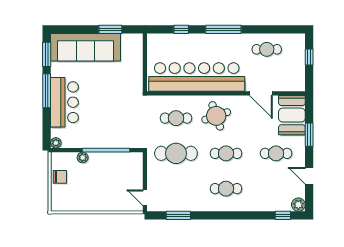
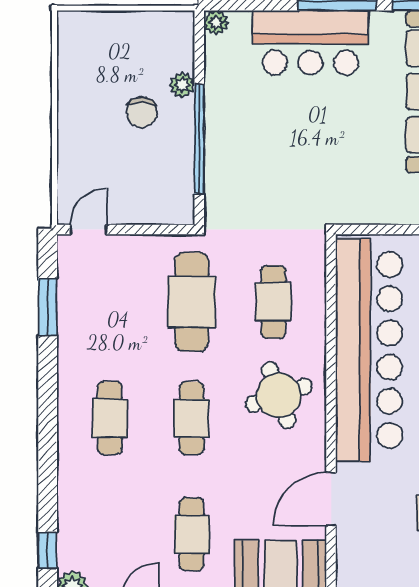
chair: (60, 177) -> (142, 112), moved

